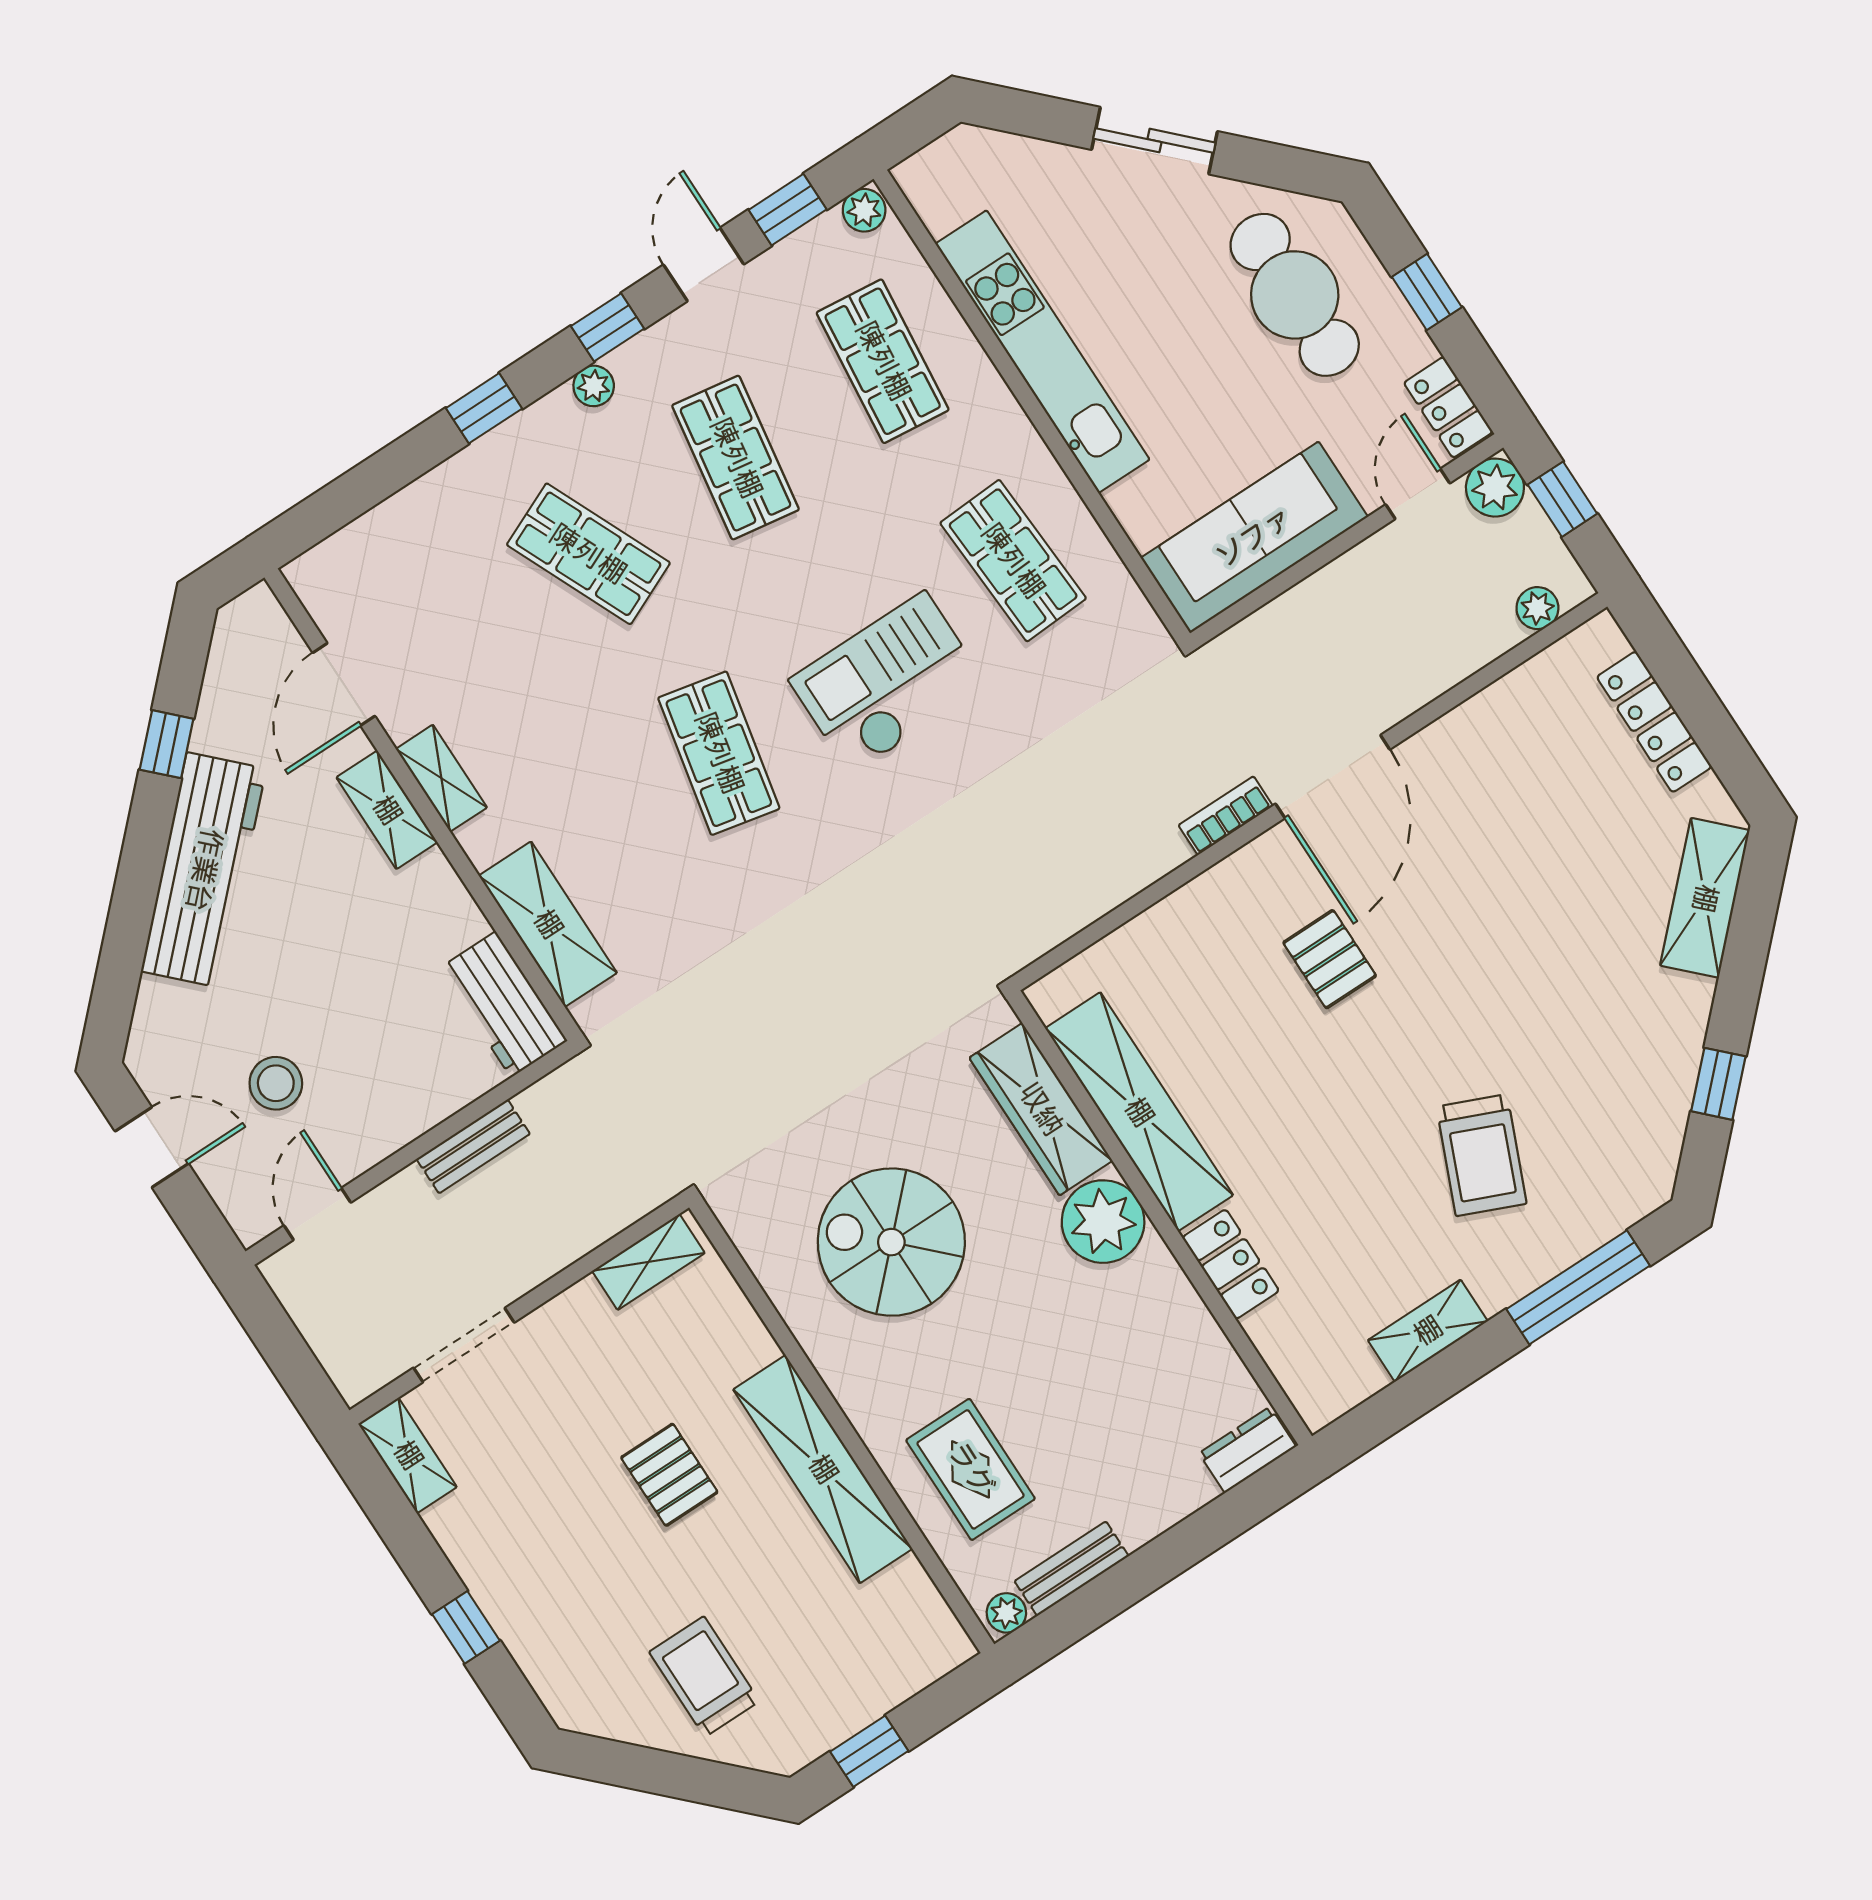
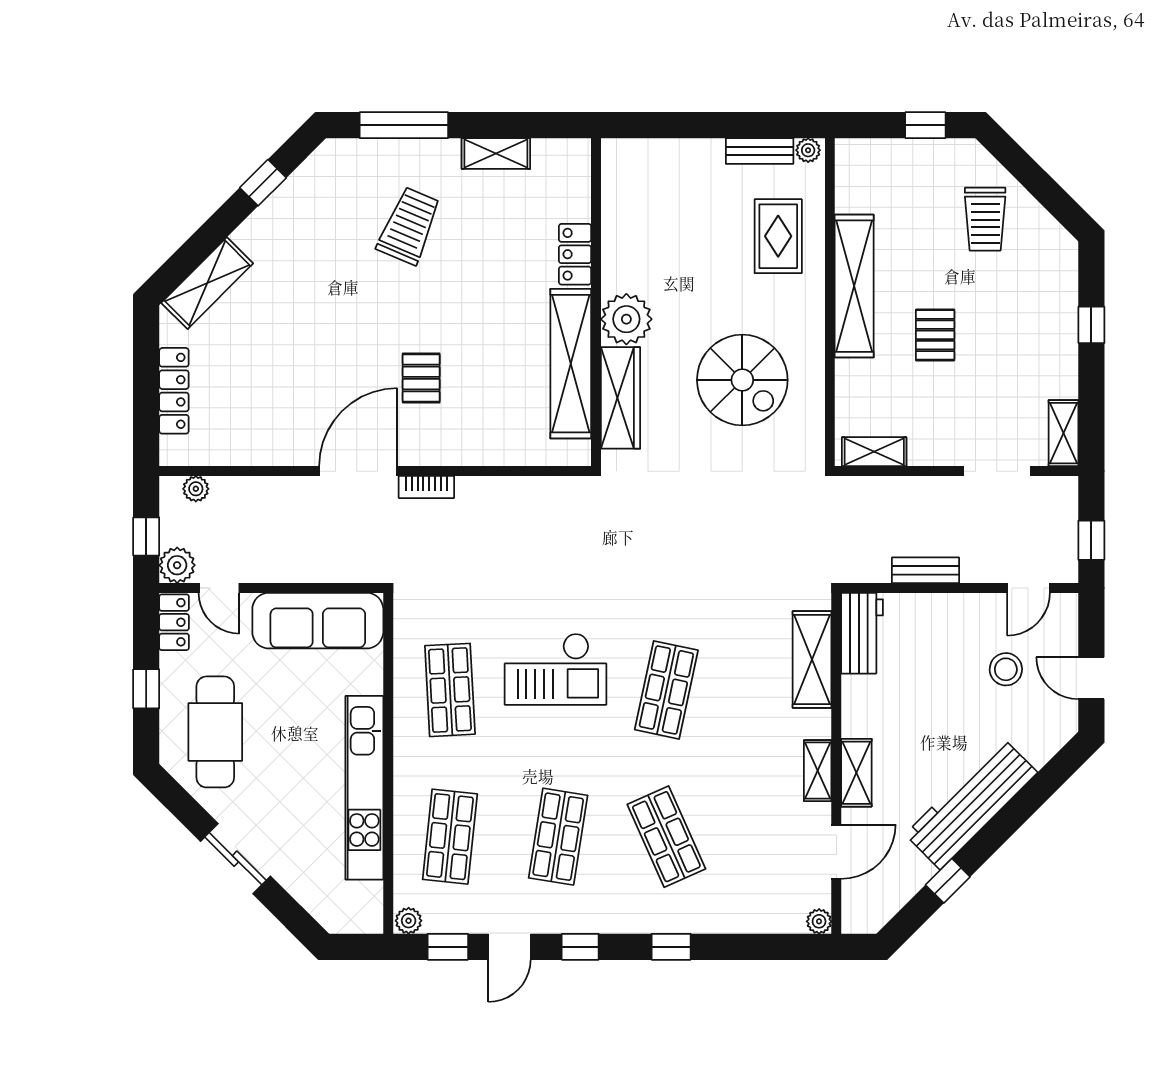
plant: (594, 386) -> (819, 921), moved
door: (1418, 494) -> (219, 588), hinge flipped
window: (274, 1335) -> (1091, 540), added
dresser: (1247, 1450) -> (629, 153), removed

